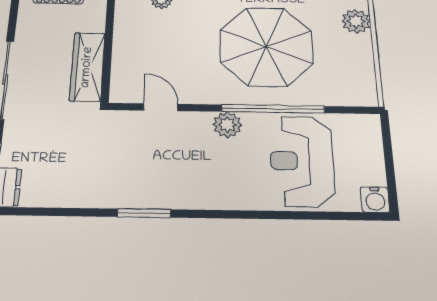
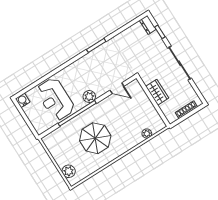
parasol: (266, 46) -> (95, 138), width x0.73, depth x0.73
wardrobe: (87, 67) -> (157, 92), width x0.67
reception desk: (302, 161) -> (55, 99), turned 180

